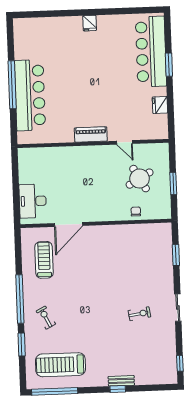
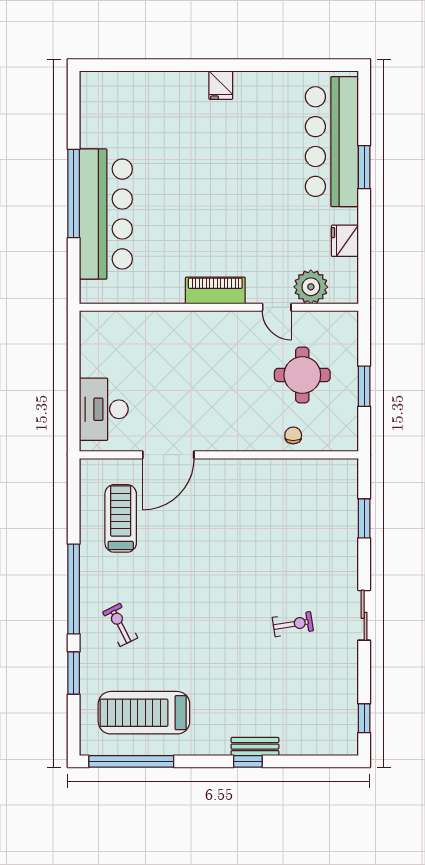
plant: (142, 131) -> (311, 287), added
round table: (140, 179) -> (302, 375), turned 30

